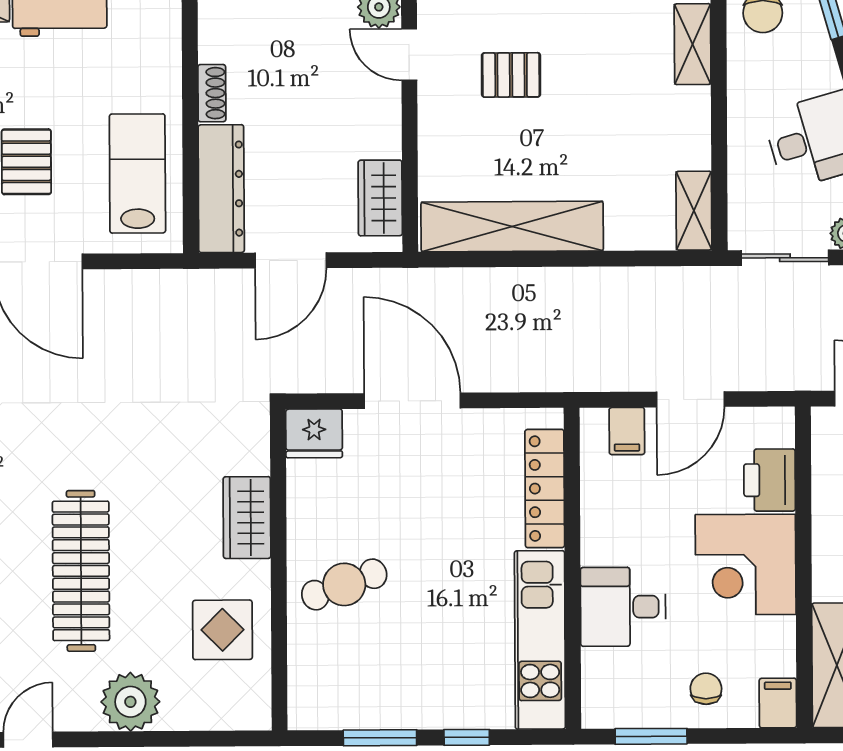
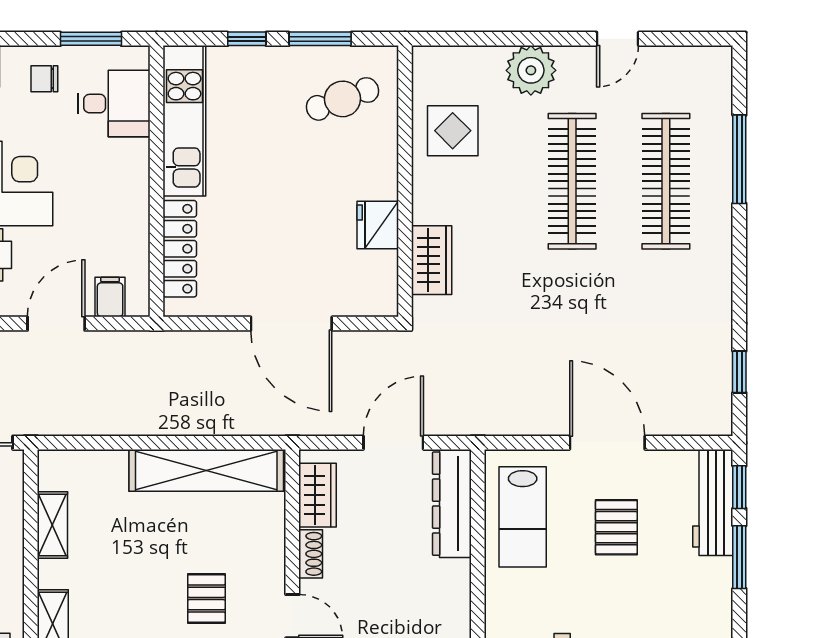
pallet: (511, 75) -> (206, 598), turned 90
shoe rack: (212, 93) -> (311, 554), moved, turned 180
shelving: (694, 211) -> (52, 525), moved
fridge: (314, 433) -> (378, 225), moved, turned -90
wardrobe: (247, 518) -> (432, 260), moved
cafe table: (344, 584) -> (342, 99), moved
desk: (623, 607) -> (114, 104), moved
chair: (706, 689) -> (44, 79), turned 90

